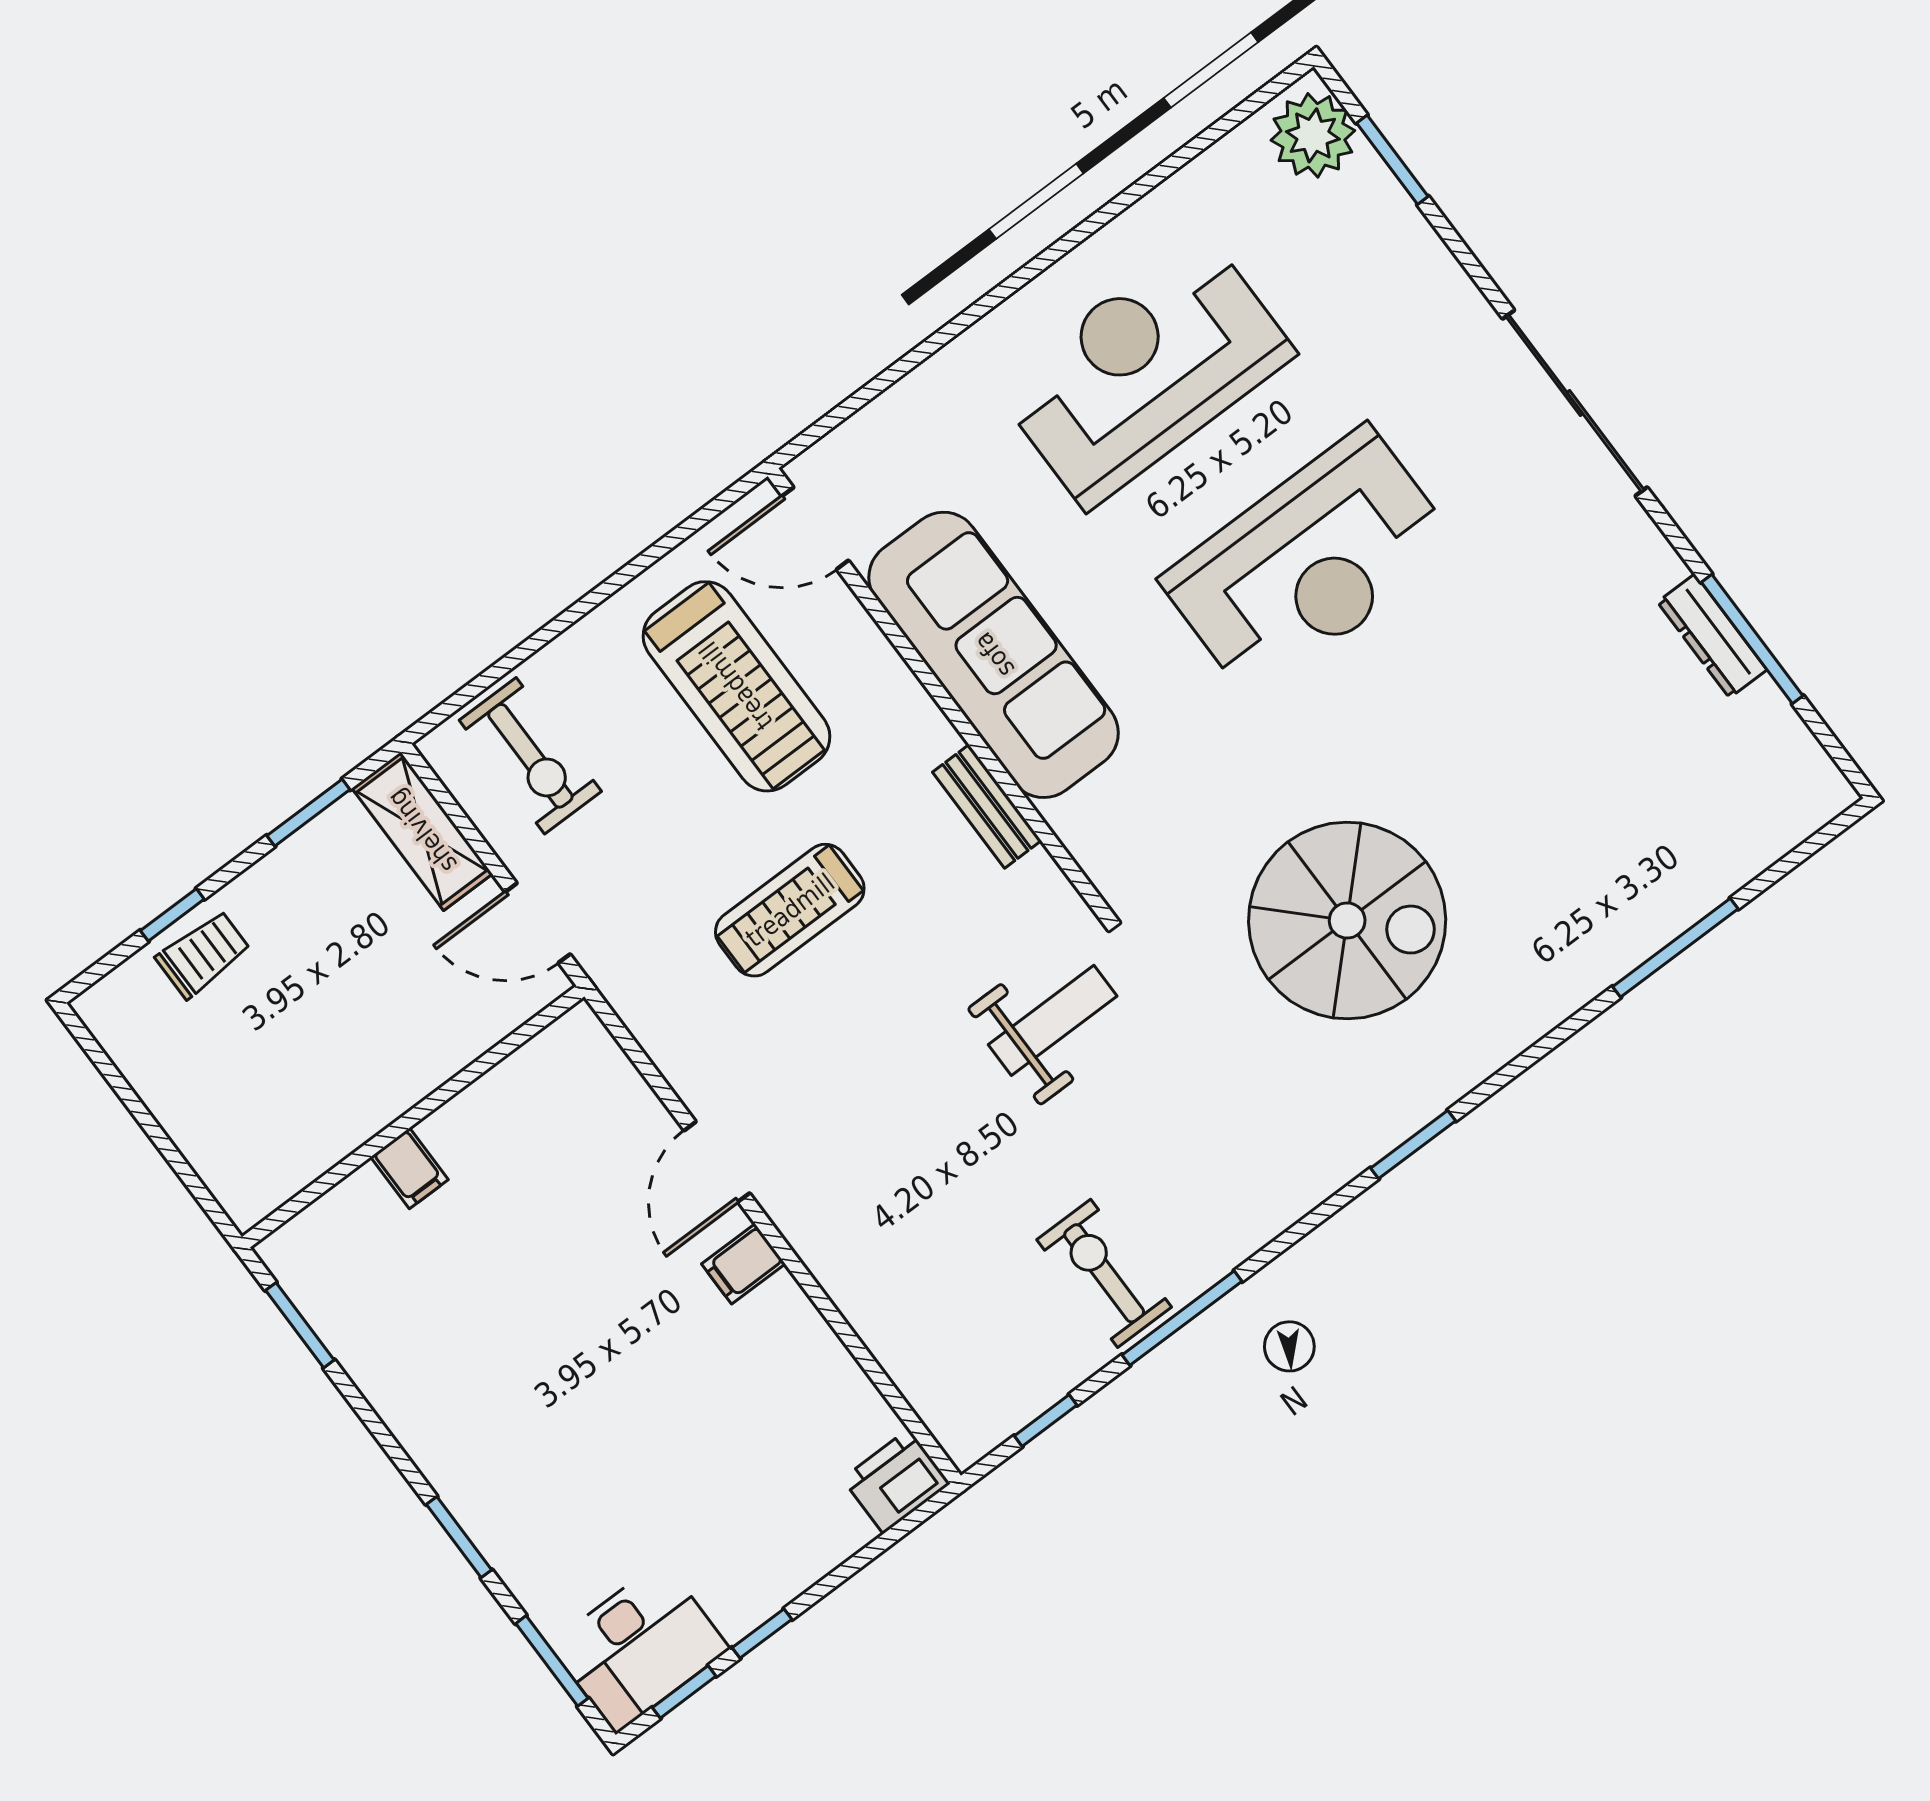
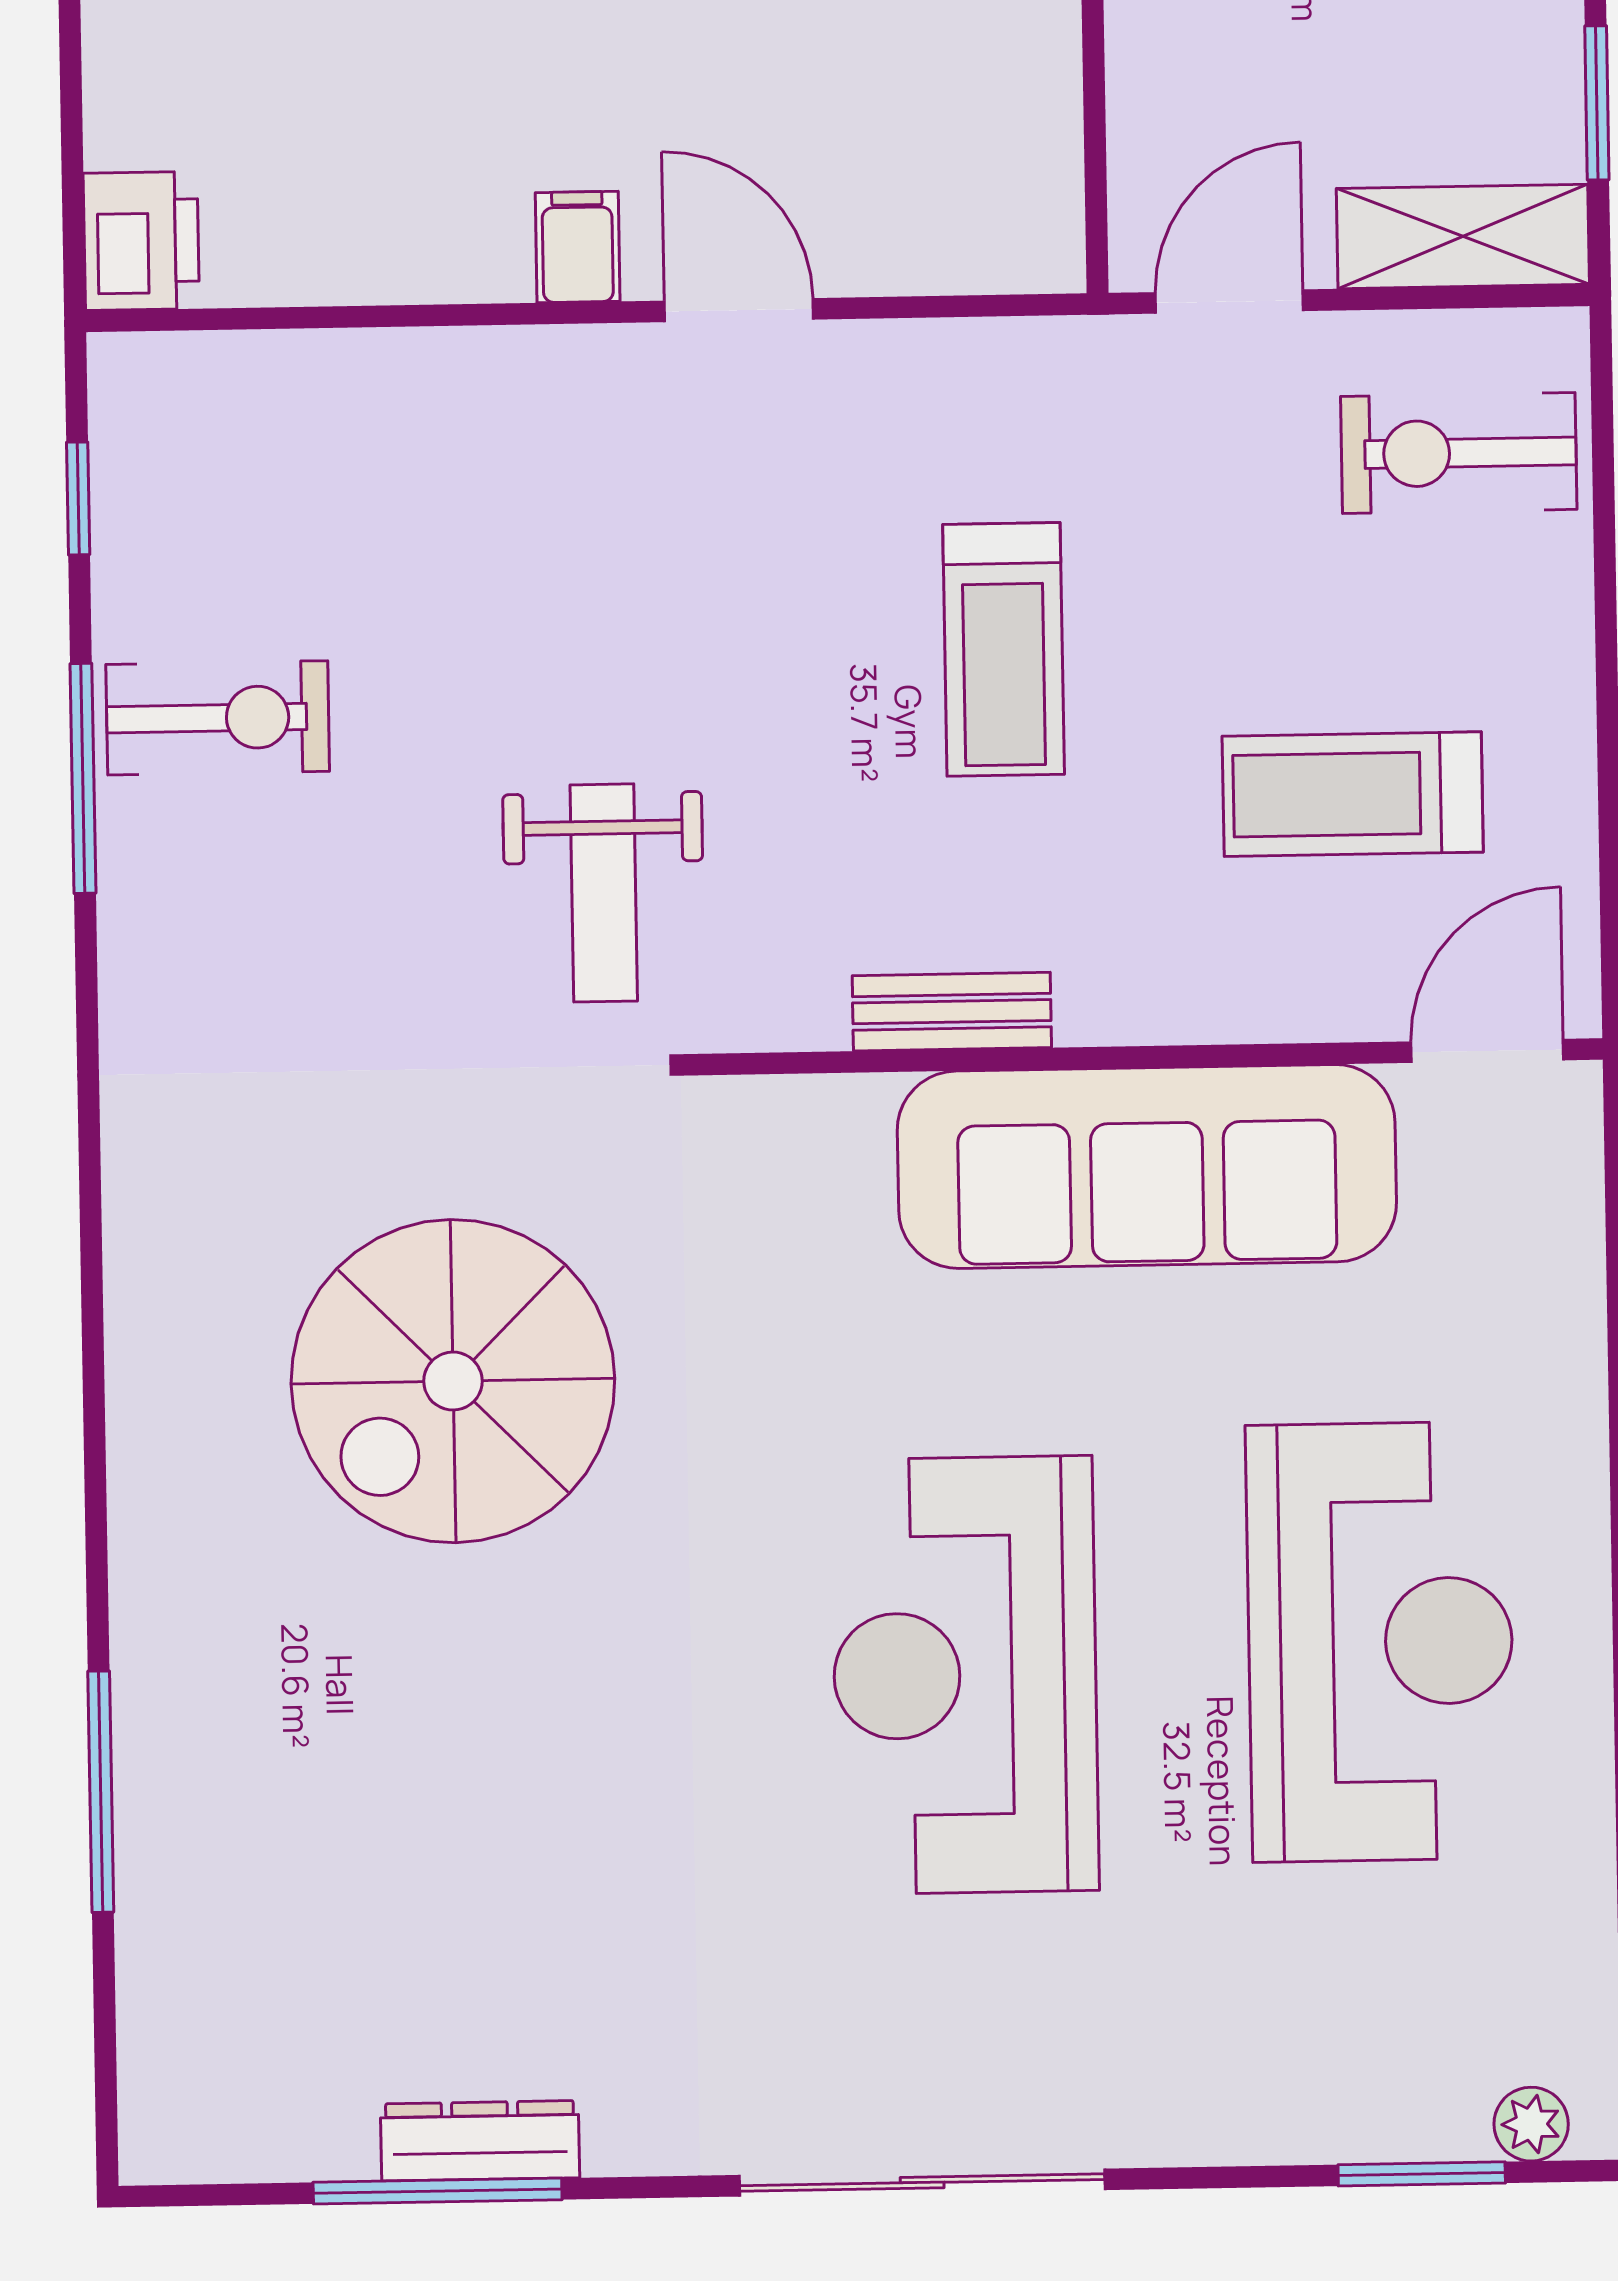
plant: (1313, 135) -> (1531, 2124), width x0.53, depth x0.53
treadmill: (736, 686) -> (1353, 794), width x0.73, depth x0.73
treadmill: (790, 910) -> (1004, 649), turned 180
window: (1413, 1145) -> (91, 1253), removed

